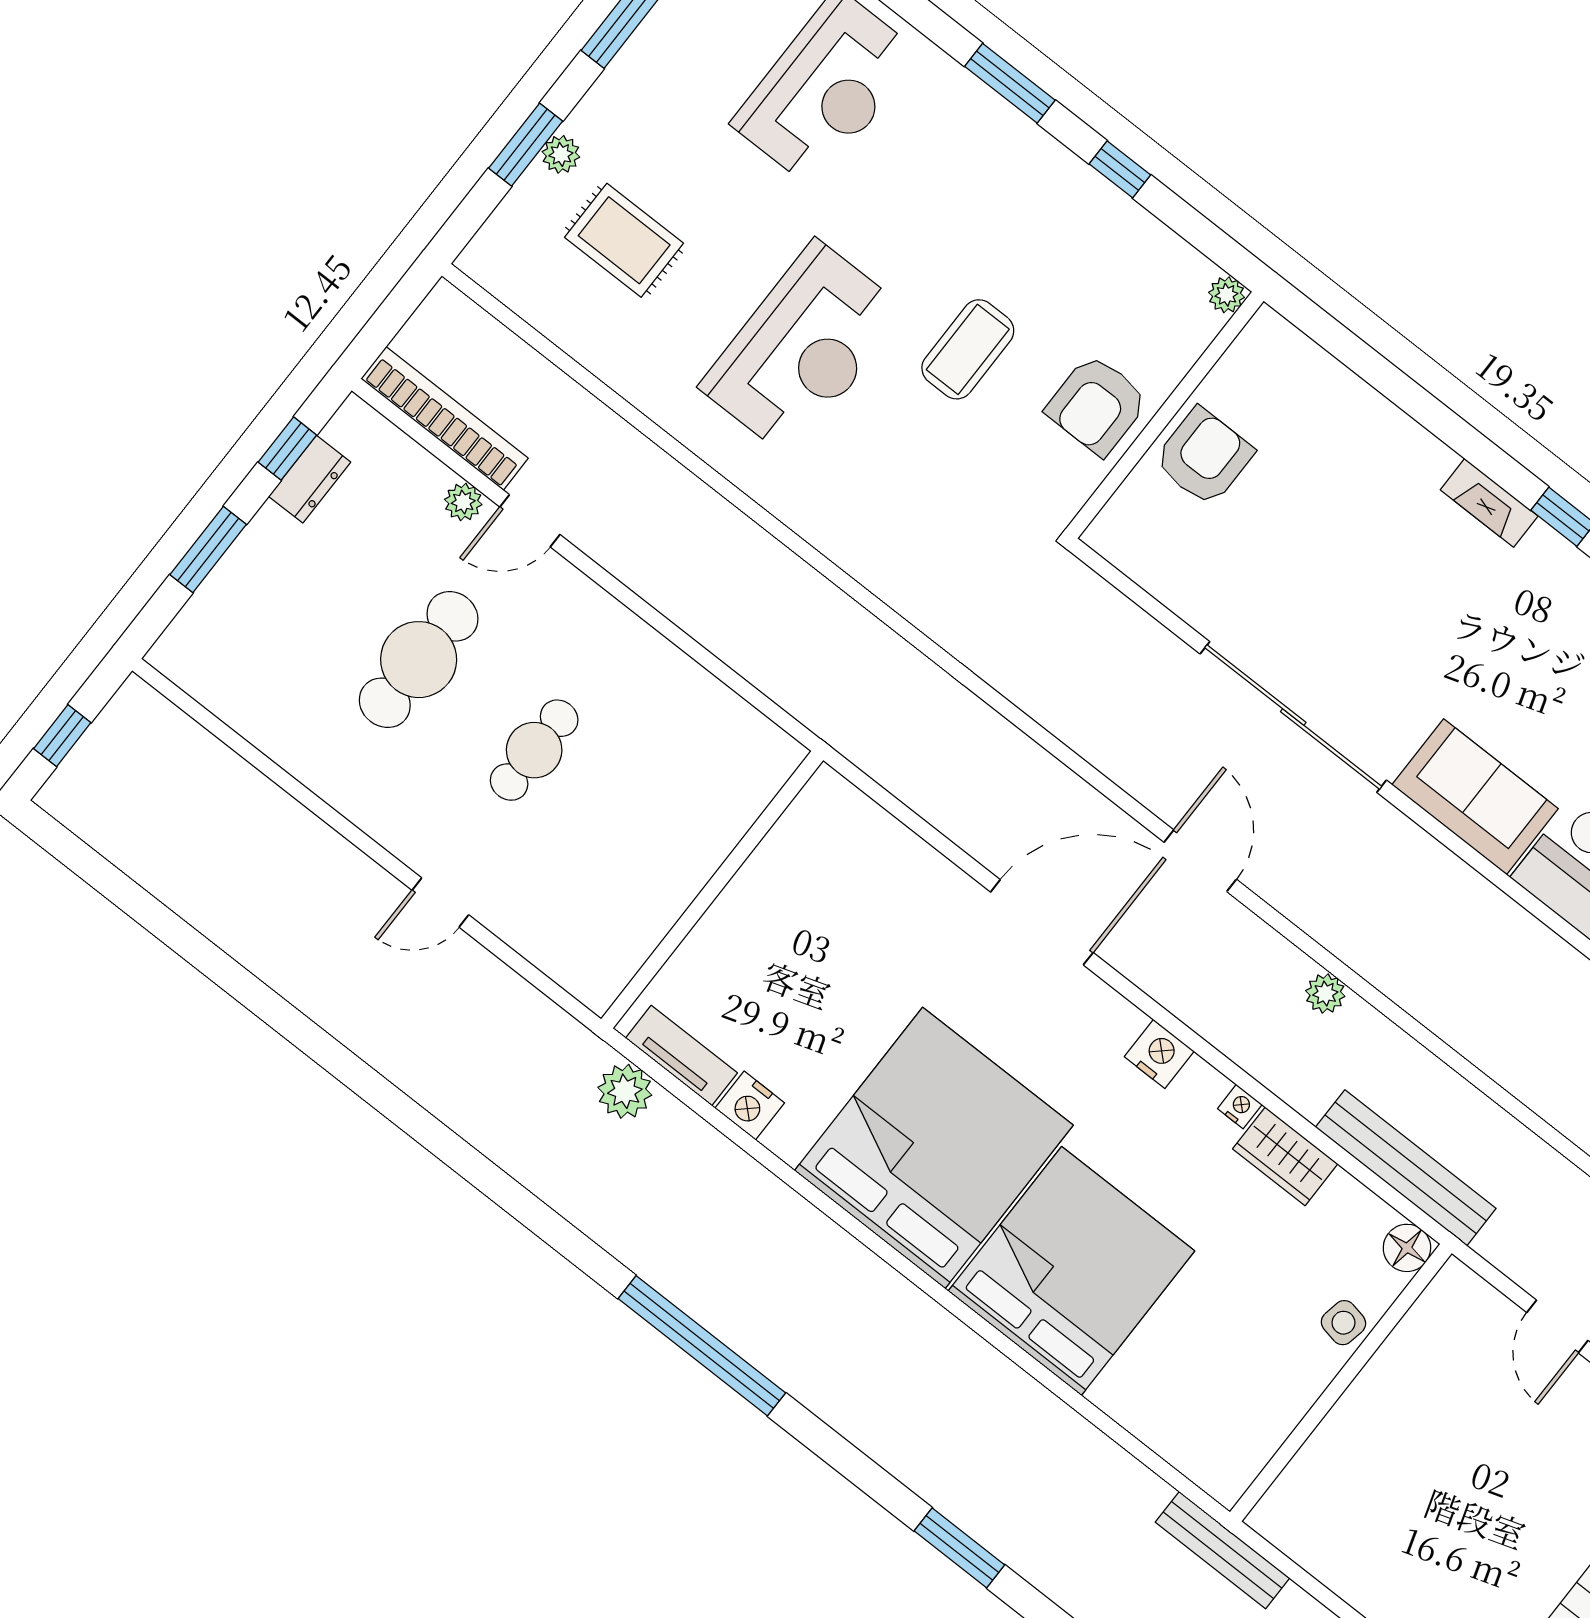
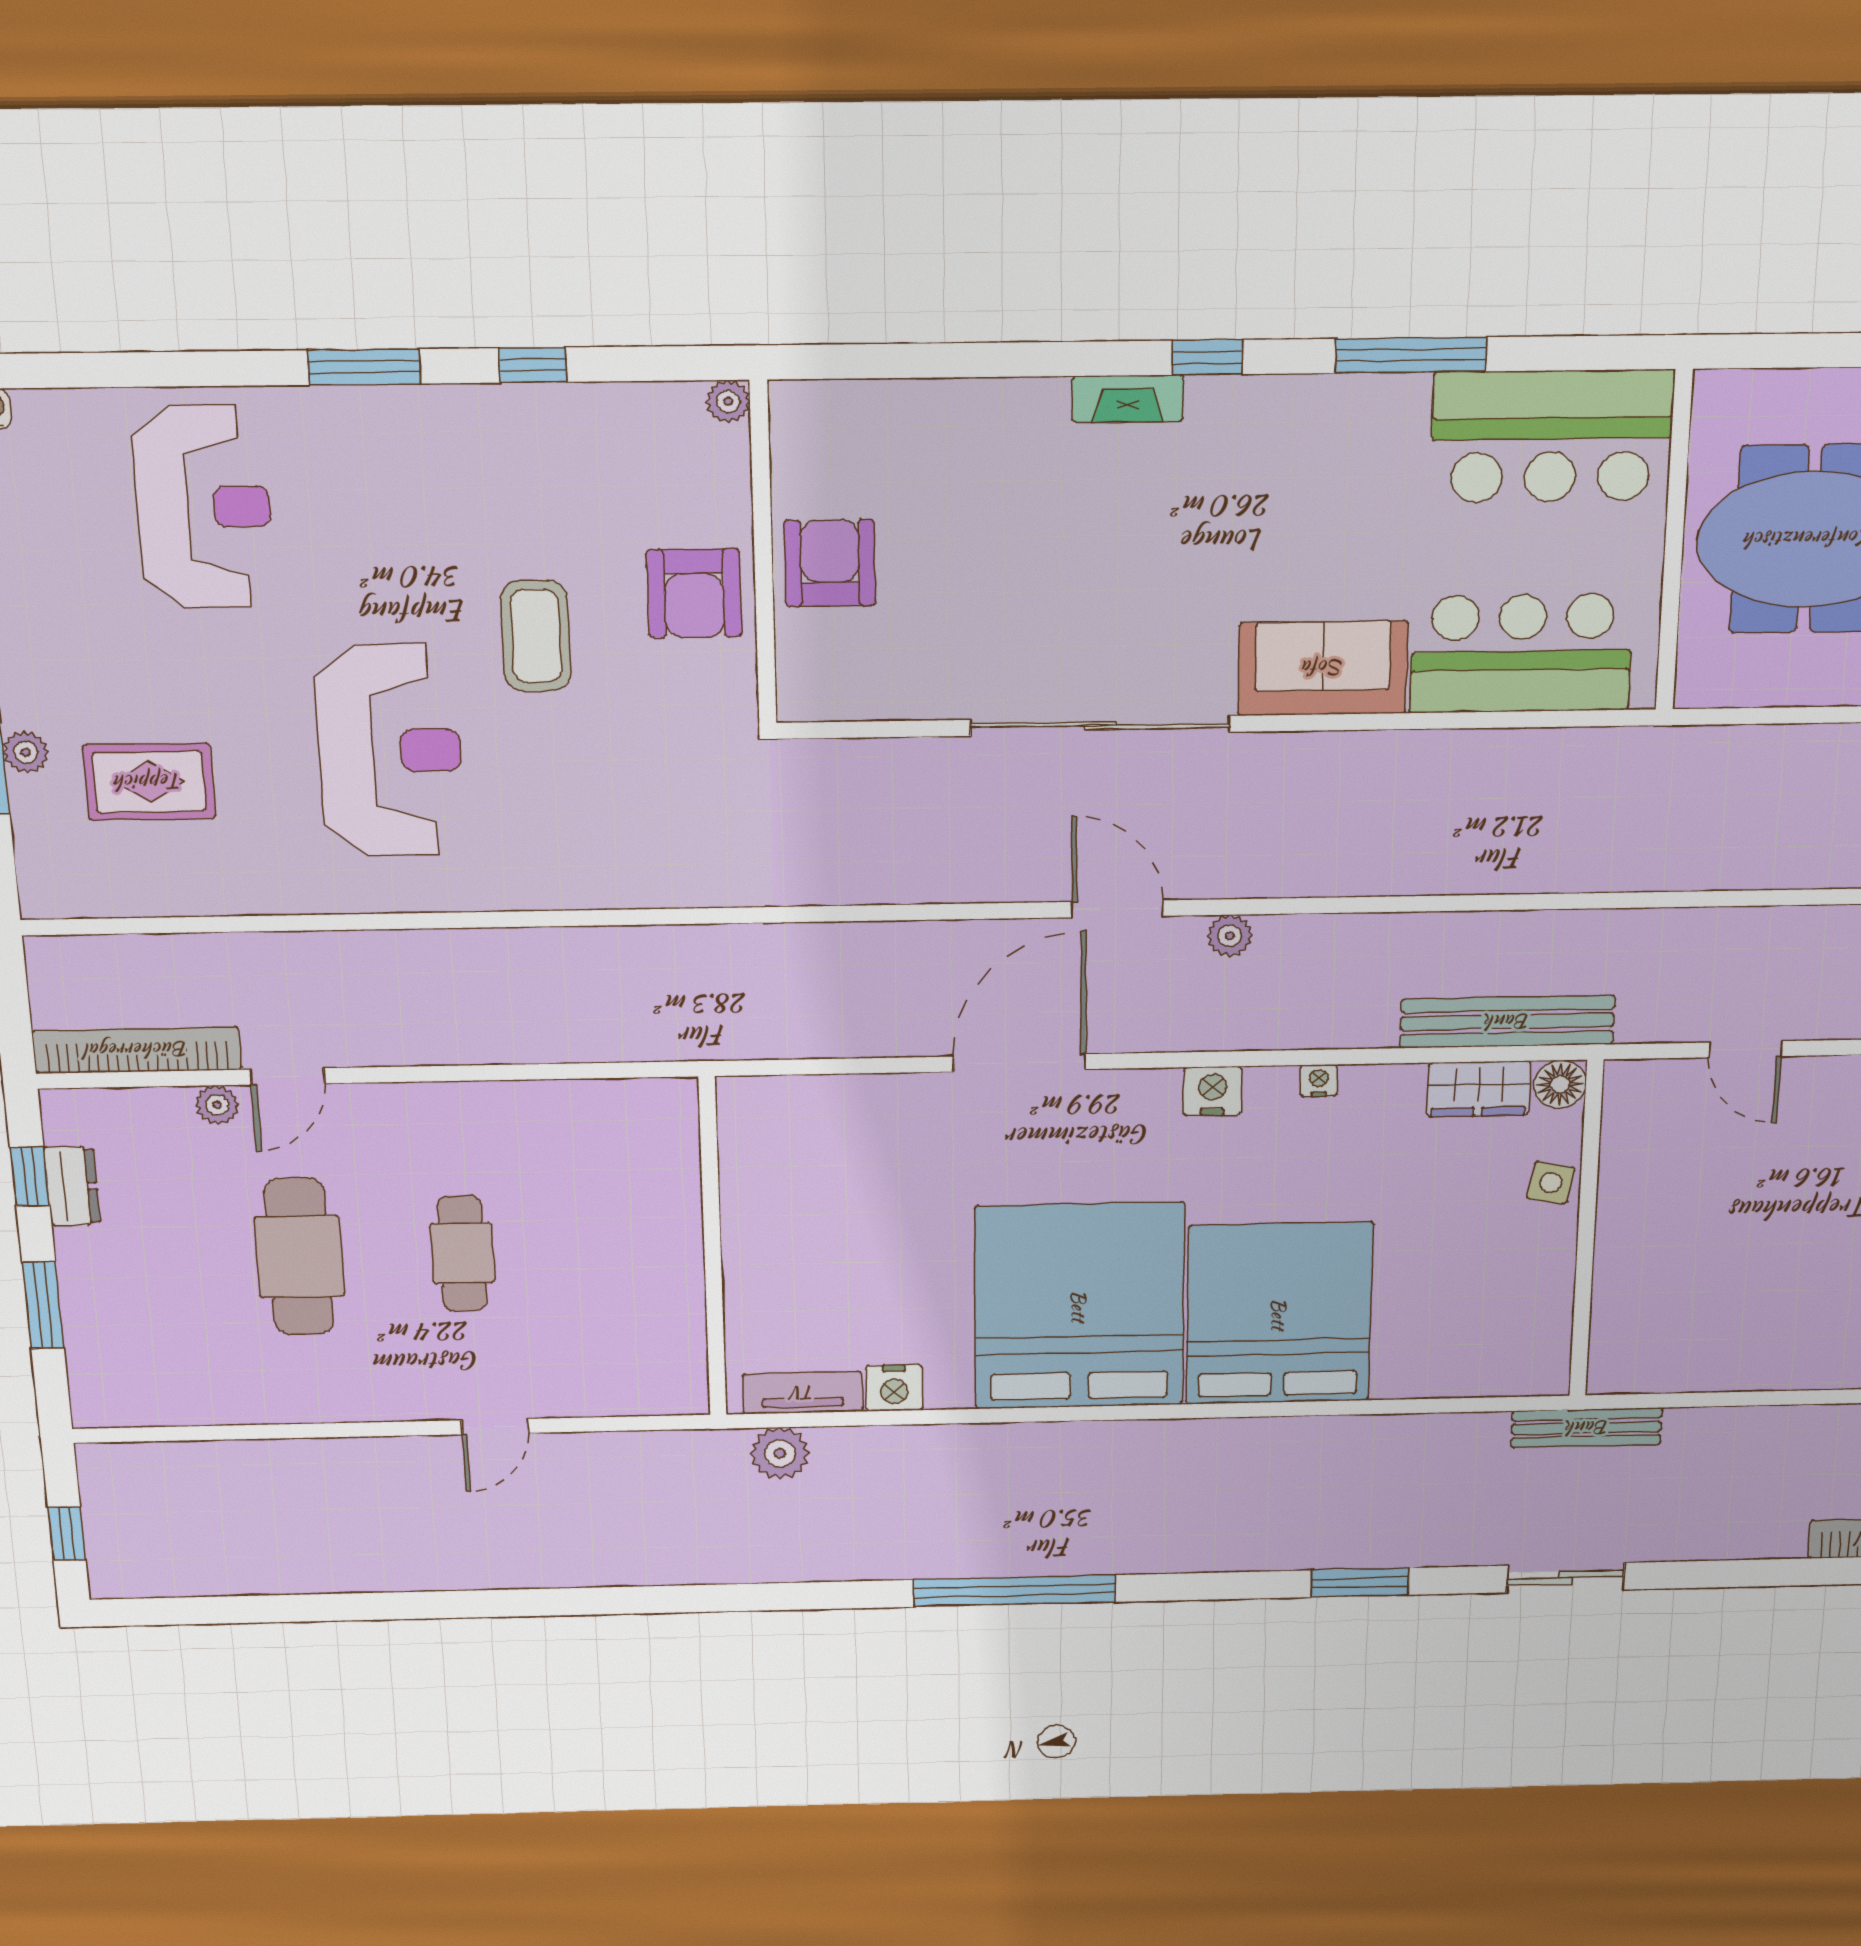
plant: (1325, 994) -> (1230, 936), moved
wardrobe: (1285, 1156) -> (1479, 1089), moved

